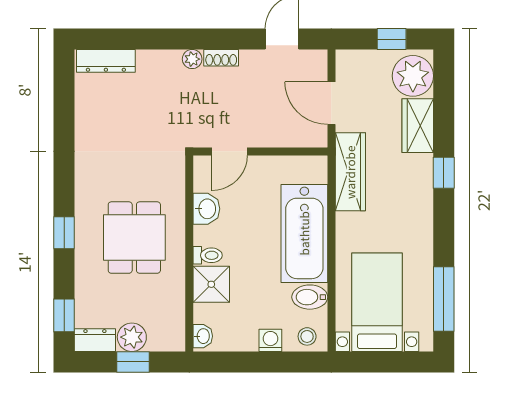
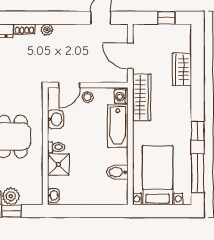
shoe rack: (221, 58) -> (24, 29), moved
plant: (413, 76) -> (179, 40), removed
window: (444, 173) -> (198, 131), moved
bathtub: (304, 233) -> (118, 126), width x0.73, depth x0.73
stool: (307, 336) -> (88, 97), moved
washing machine: (270, 340) -> (121, 97), moved, turned -90

